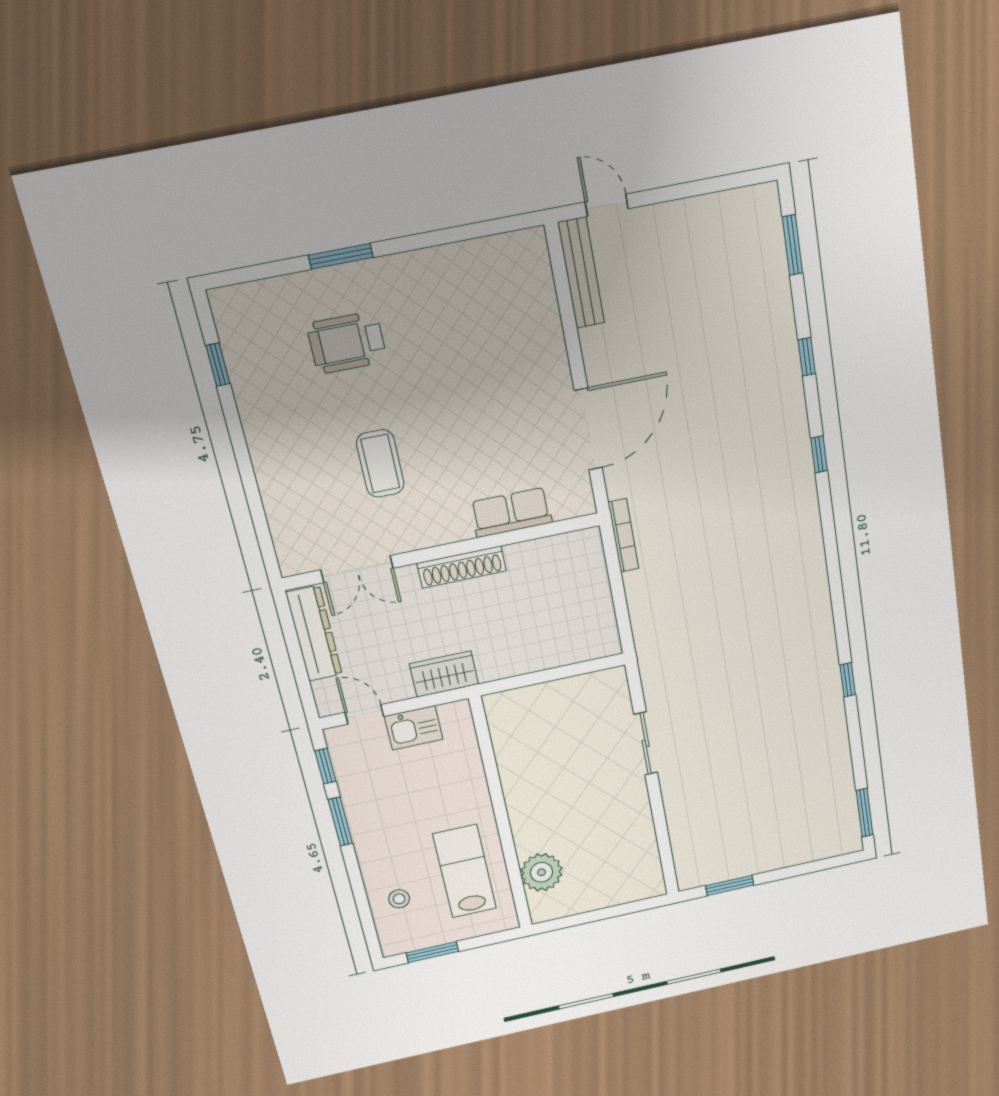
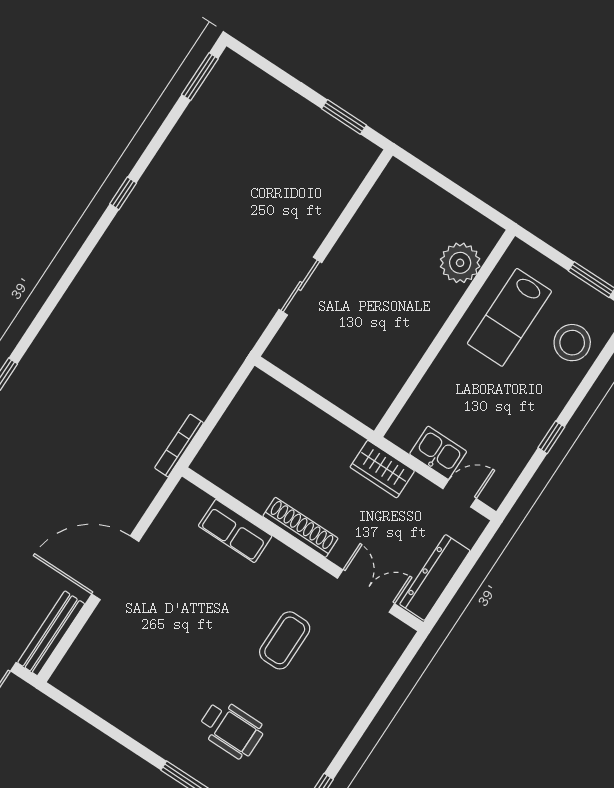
door: (588, 429) -> (115, 568), moved
door: (364, 714) -> (460, 494), swing flipped
window: (325, 766) -> (520, 485), removed
window: (340, 822) -> (551, 437), width x0.67
stool: (399, 899) -> (572, 343), width x1.89, depth x1.89

